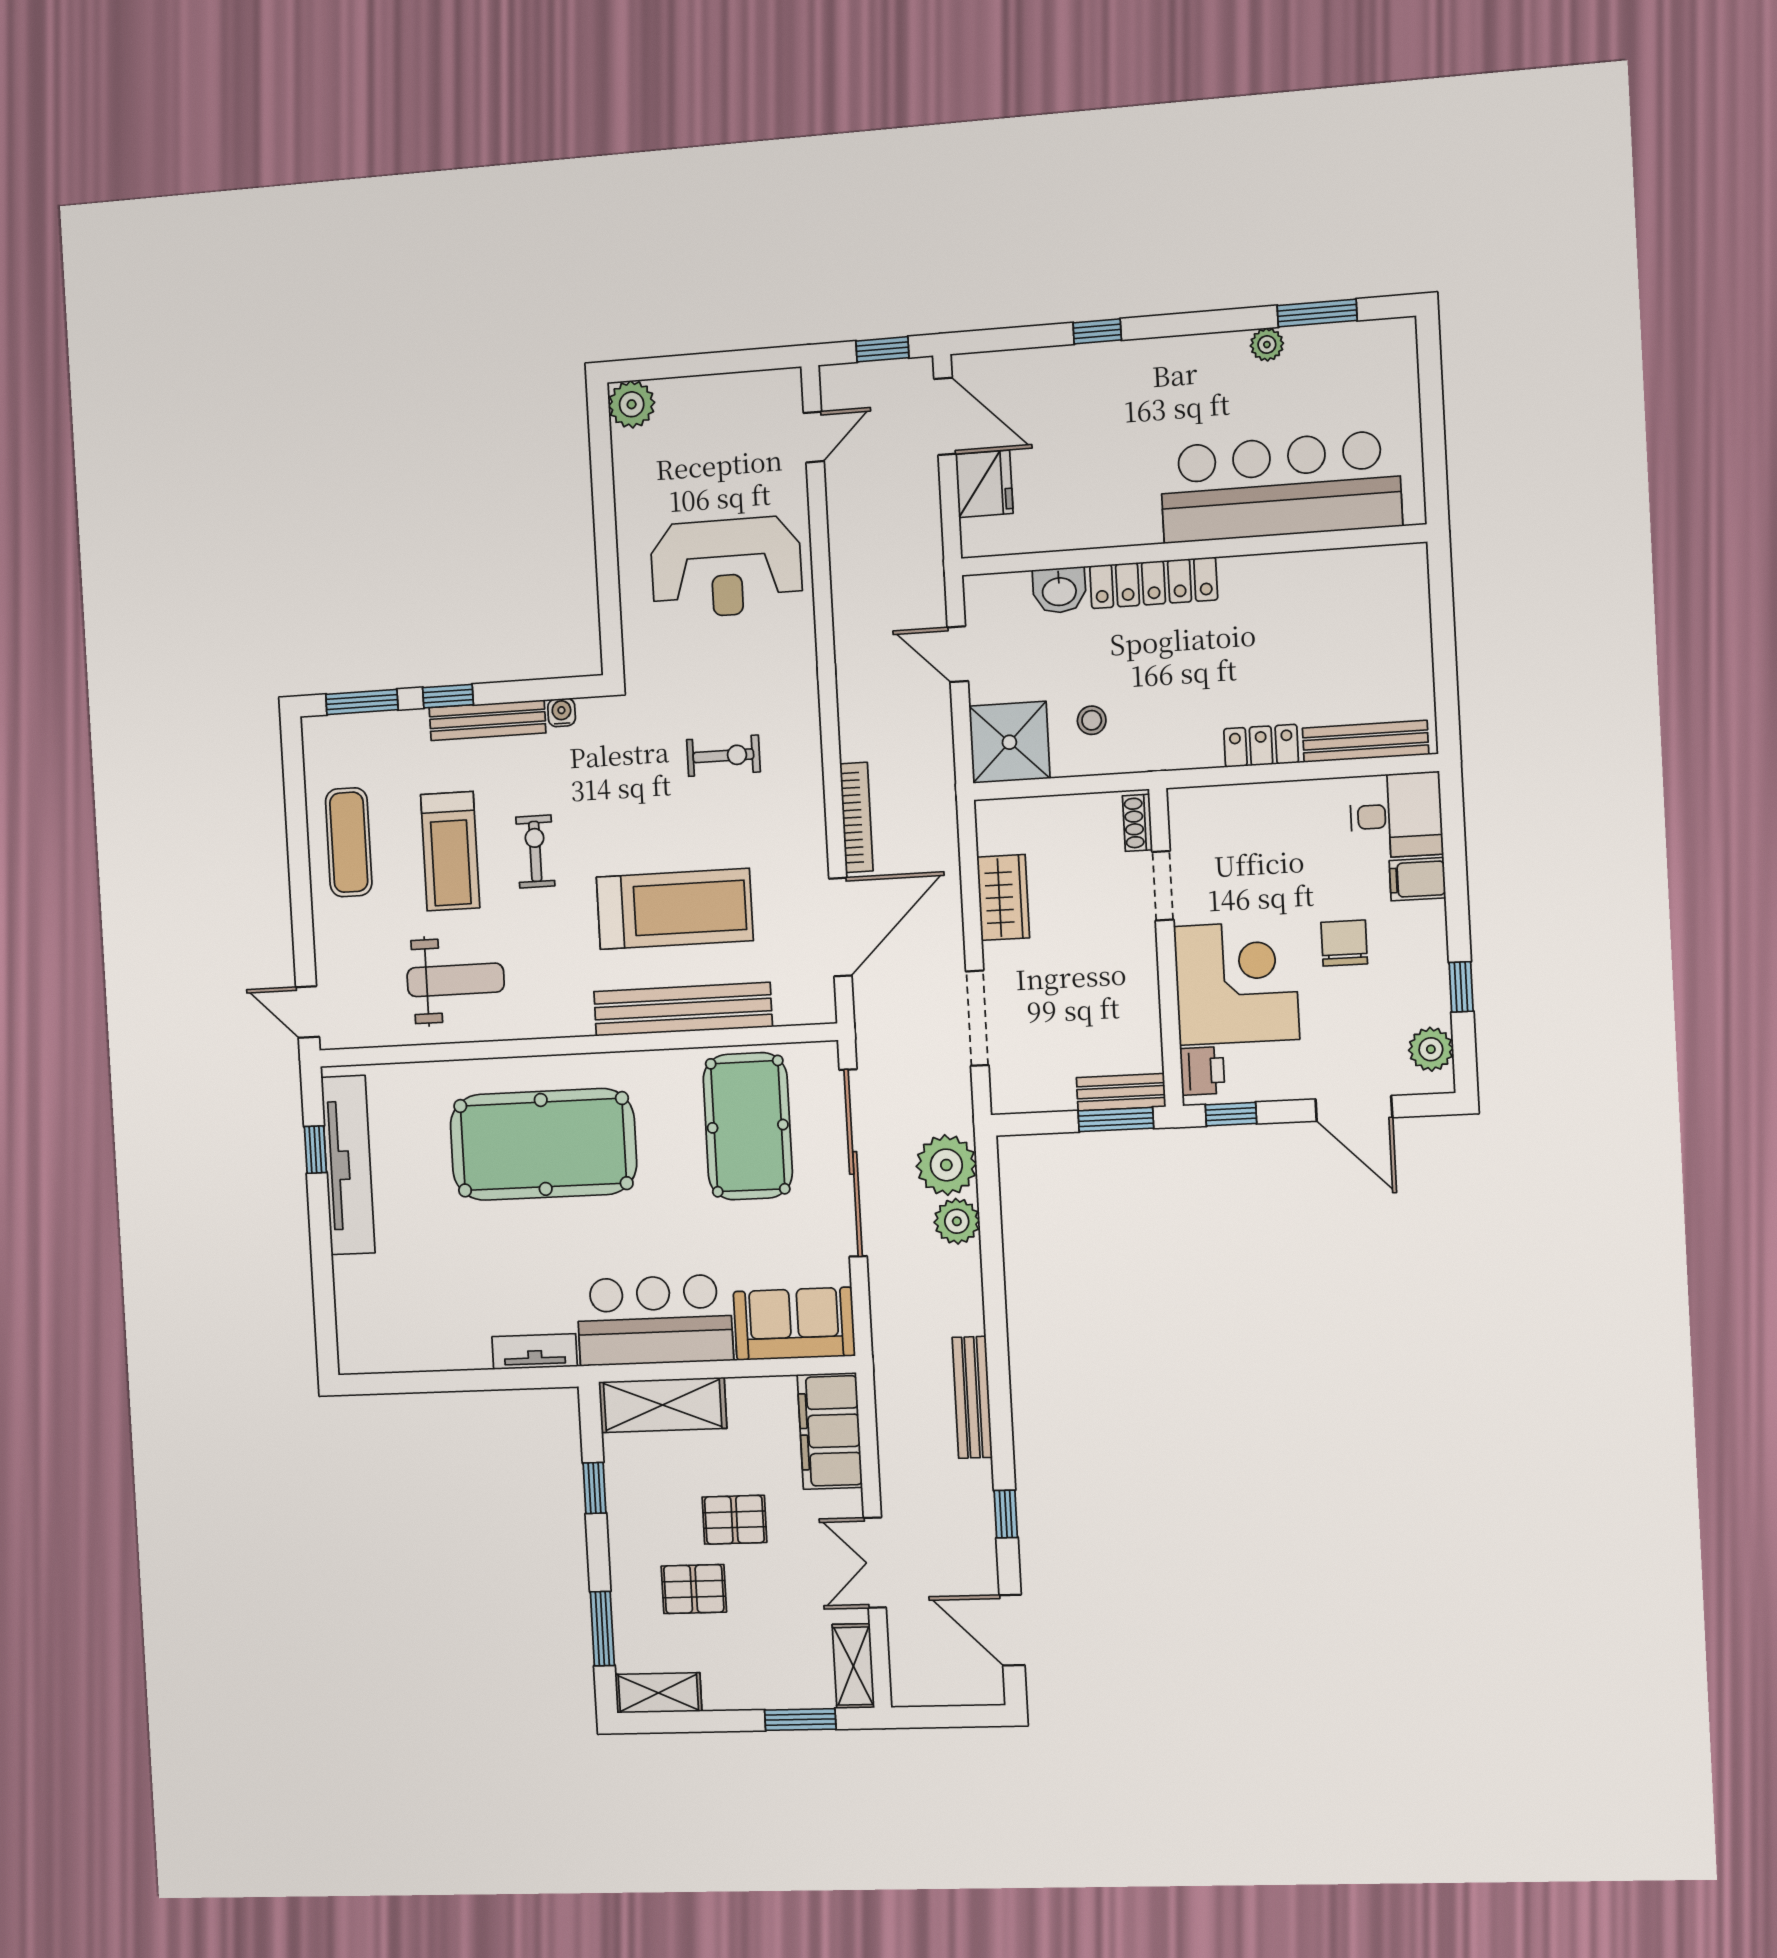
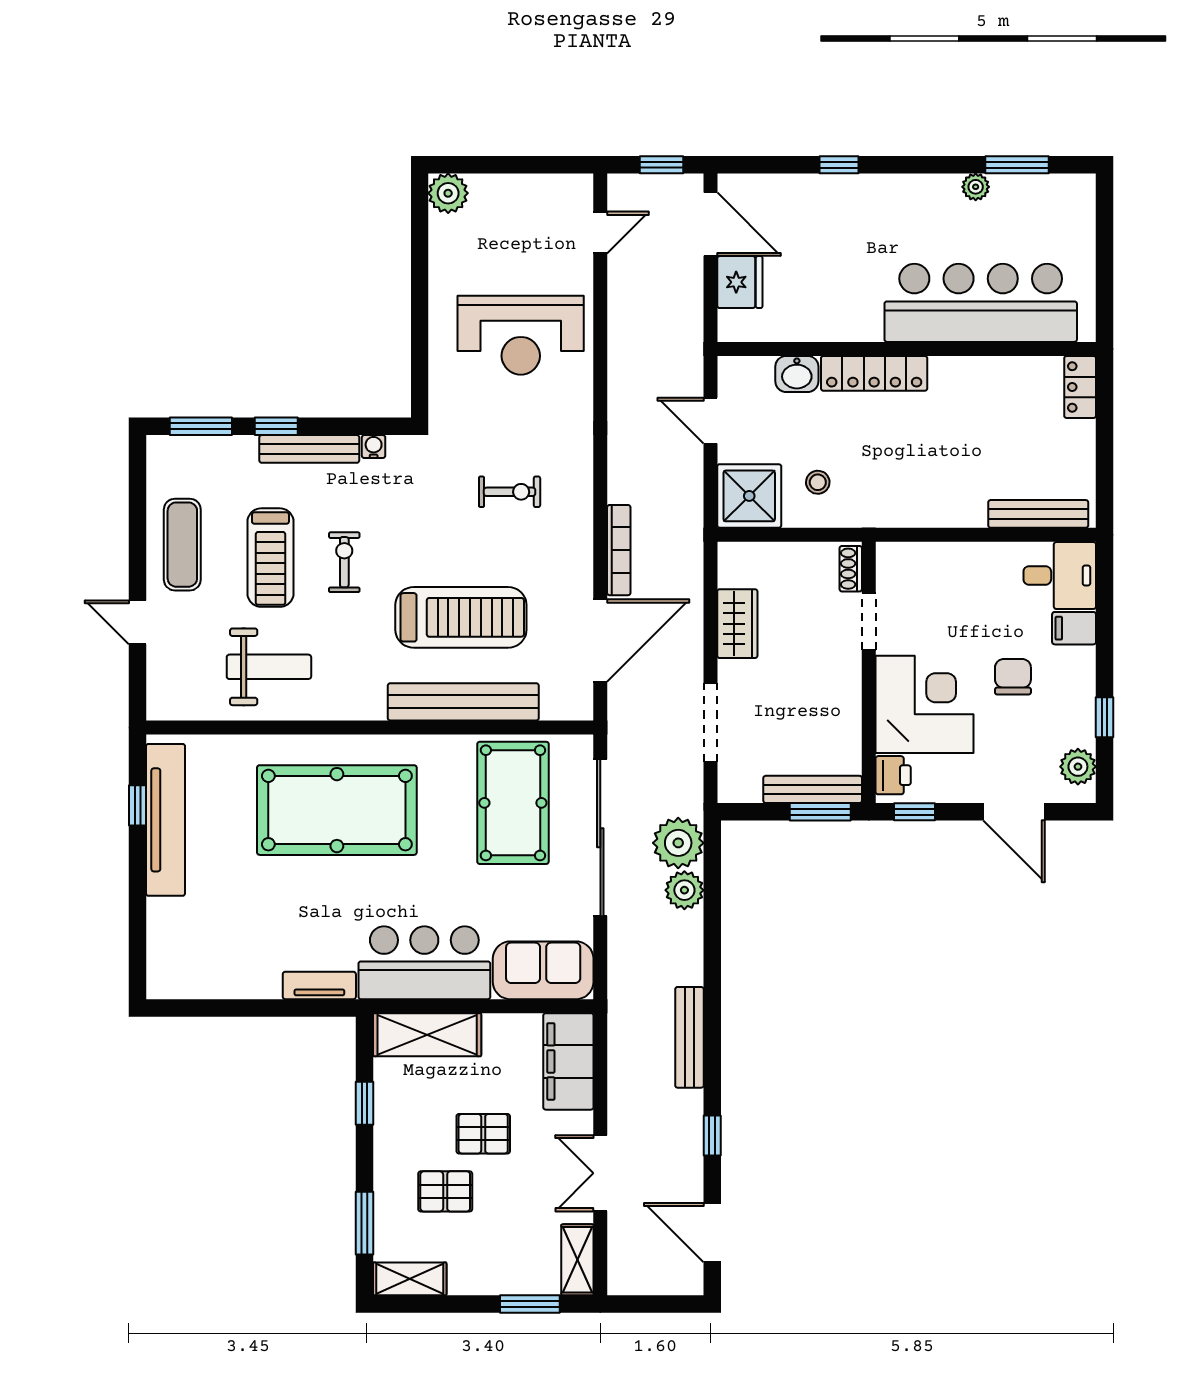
locker: (1261, 746) -> (1080, 387), moved, turned -90
door: (307, 1012) -> (137, 622), moved
bench: (1121, 1092) -> (813, 789), width x1.36

